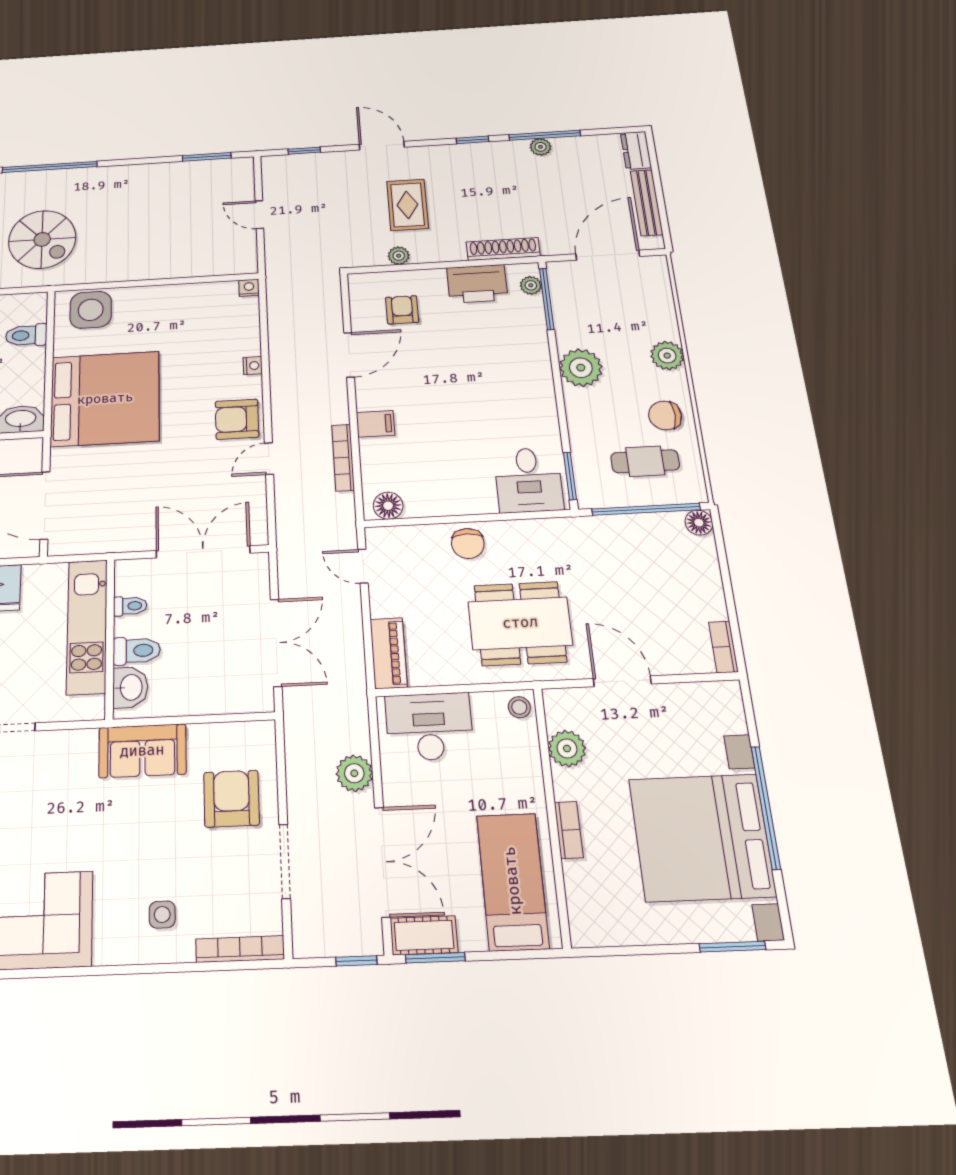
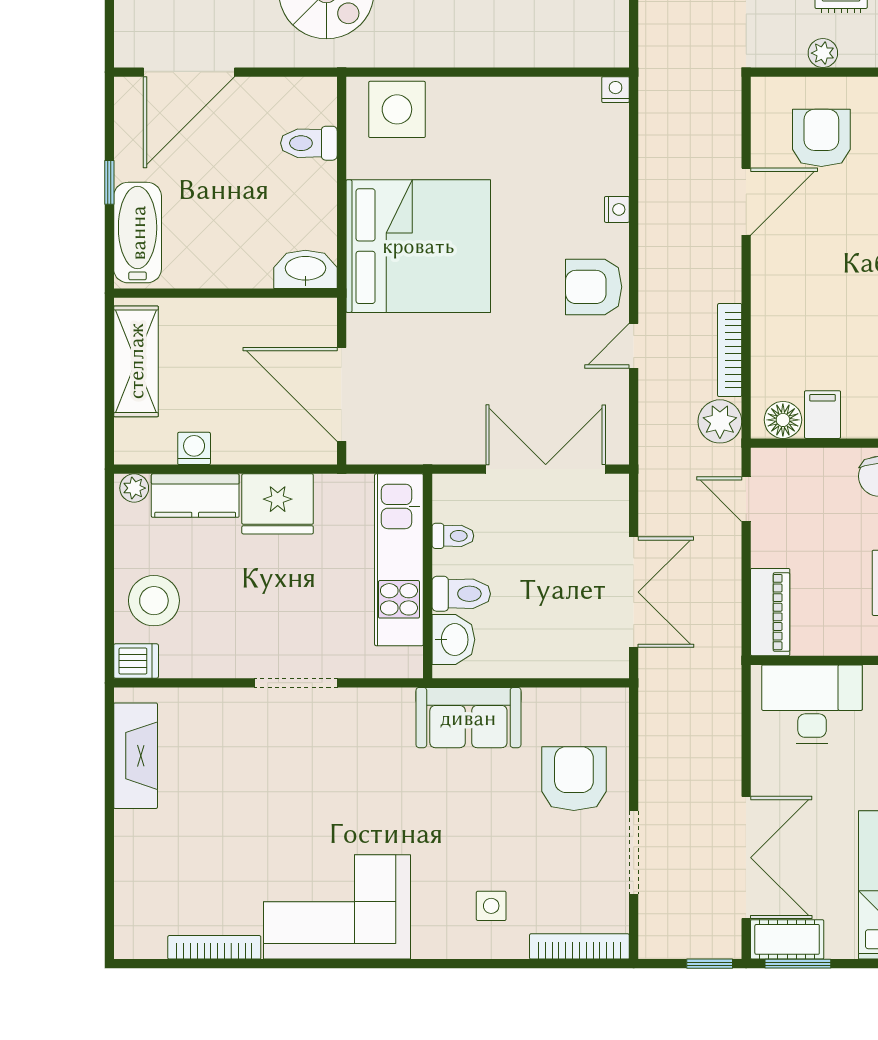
armchair: (402, 310) -> (821, 138), width x1.38, depth x1.38
filing cabinet: (376, 424) -> (823, 415), moved, turned -90
plant: (354, 773) -> (720, 421), moved

